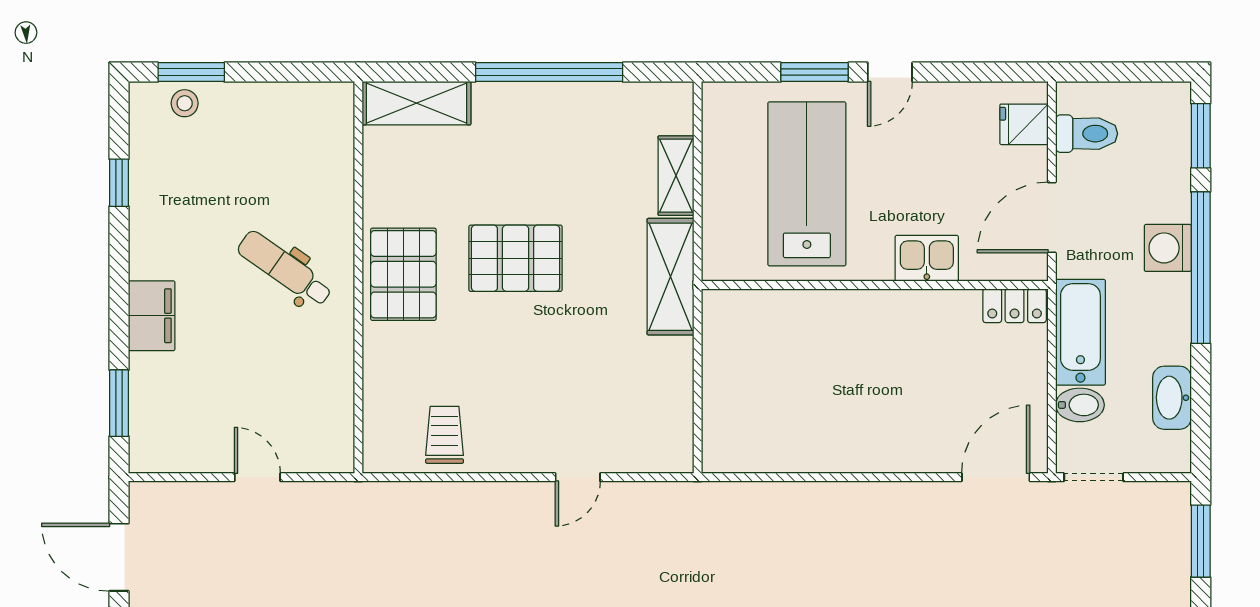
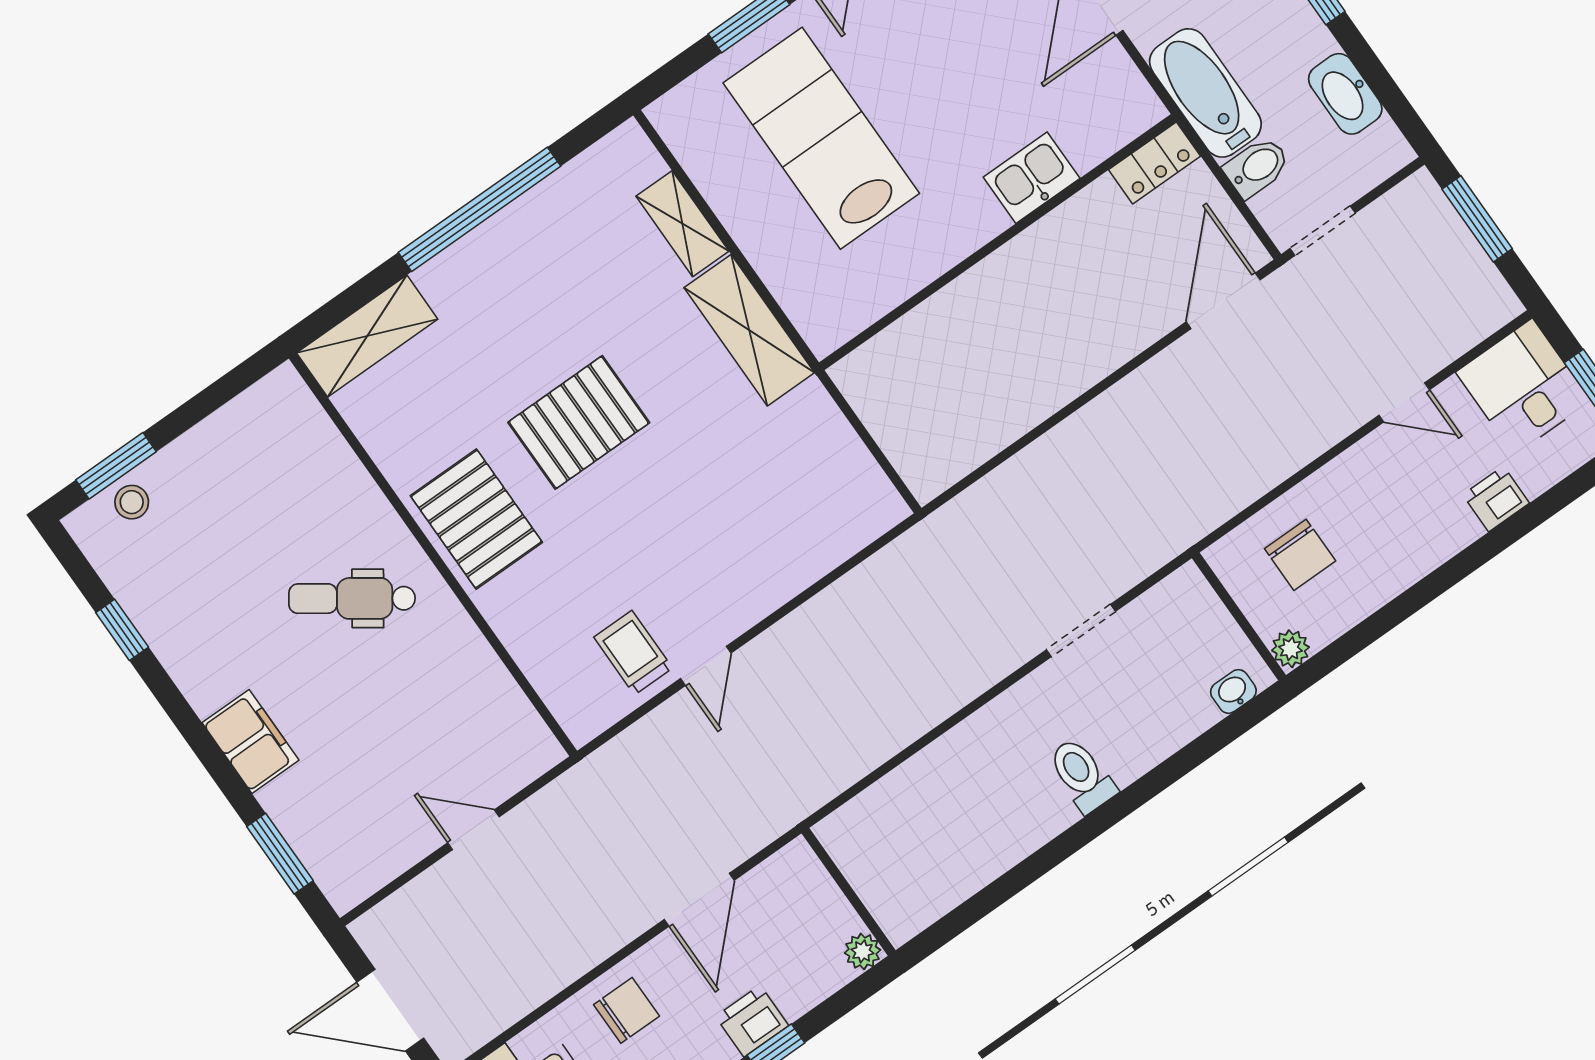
kitchen sink: (927, 258) -> (1032, 178), moved
wall: (875, 285) -> (998, 242), moved
locker: (1015, 306) -> (1155, 163), moved
door: (578, 477) -> (706, 666), moved

